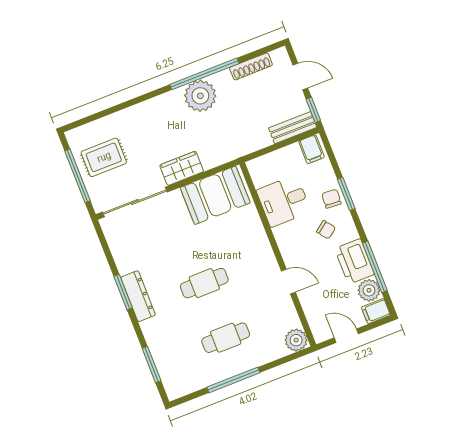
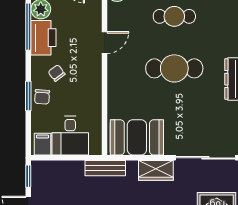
bench: (293, 128) -> (105, 168), moved
desk: (284, 201) -> (70, 136), moved, turned 90
door: (288, 282) -> (104, 42), swing flipped
cafe table: (204, 283) -> (174, 68), width x1.37, depth x1.35

